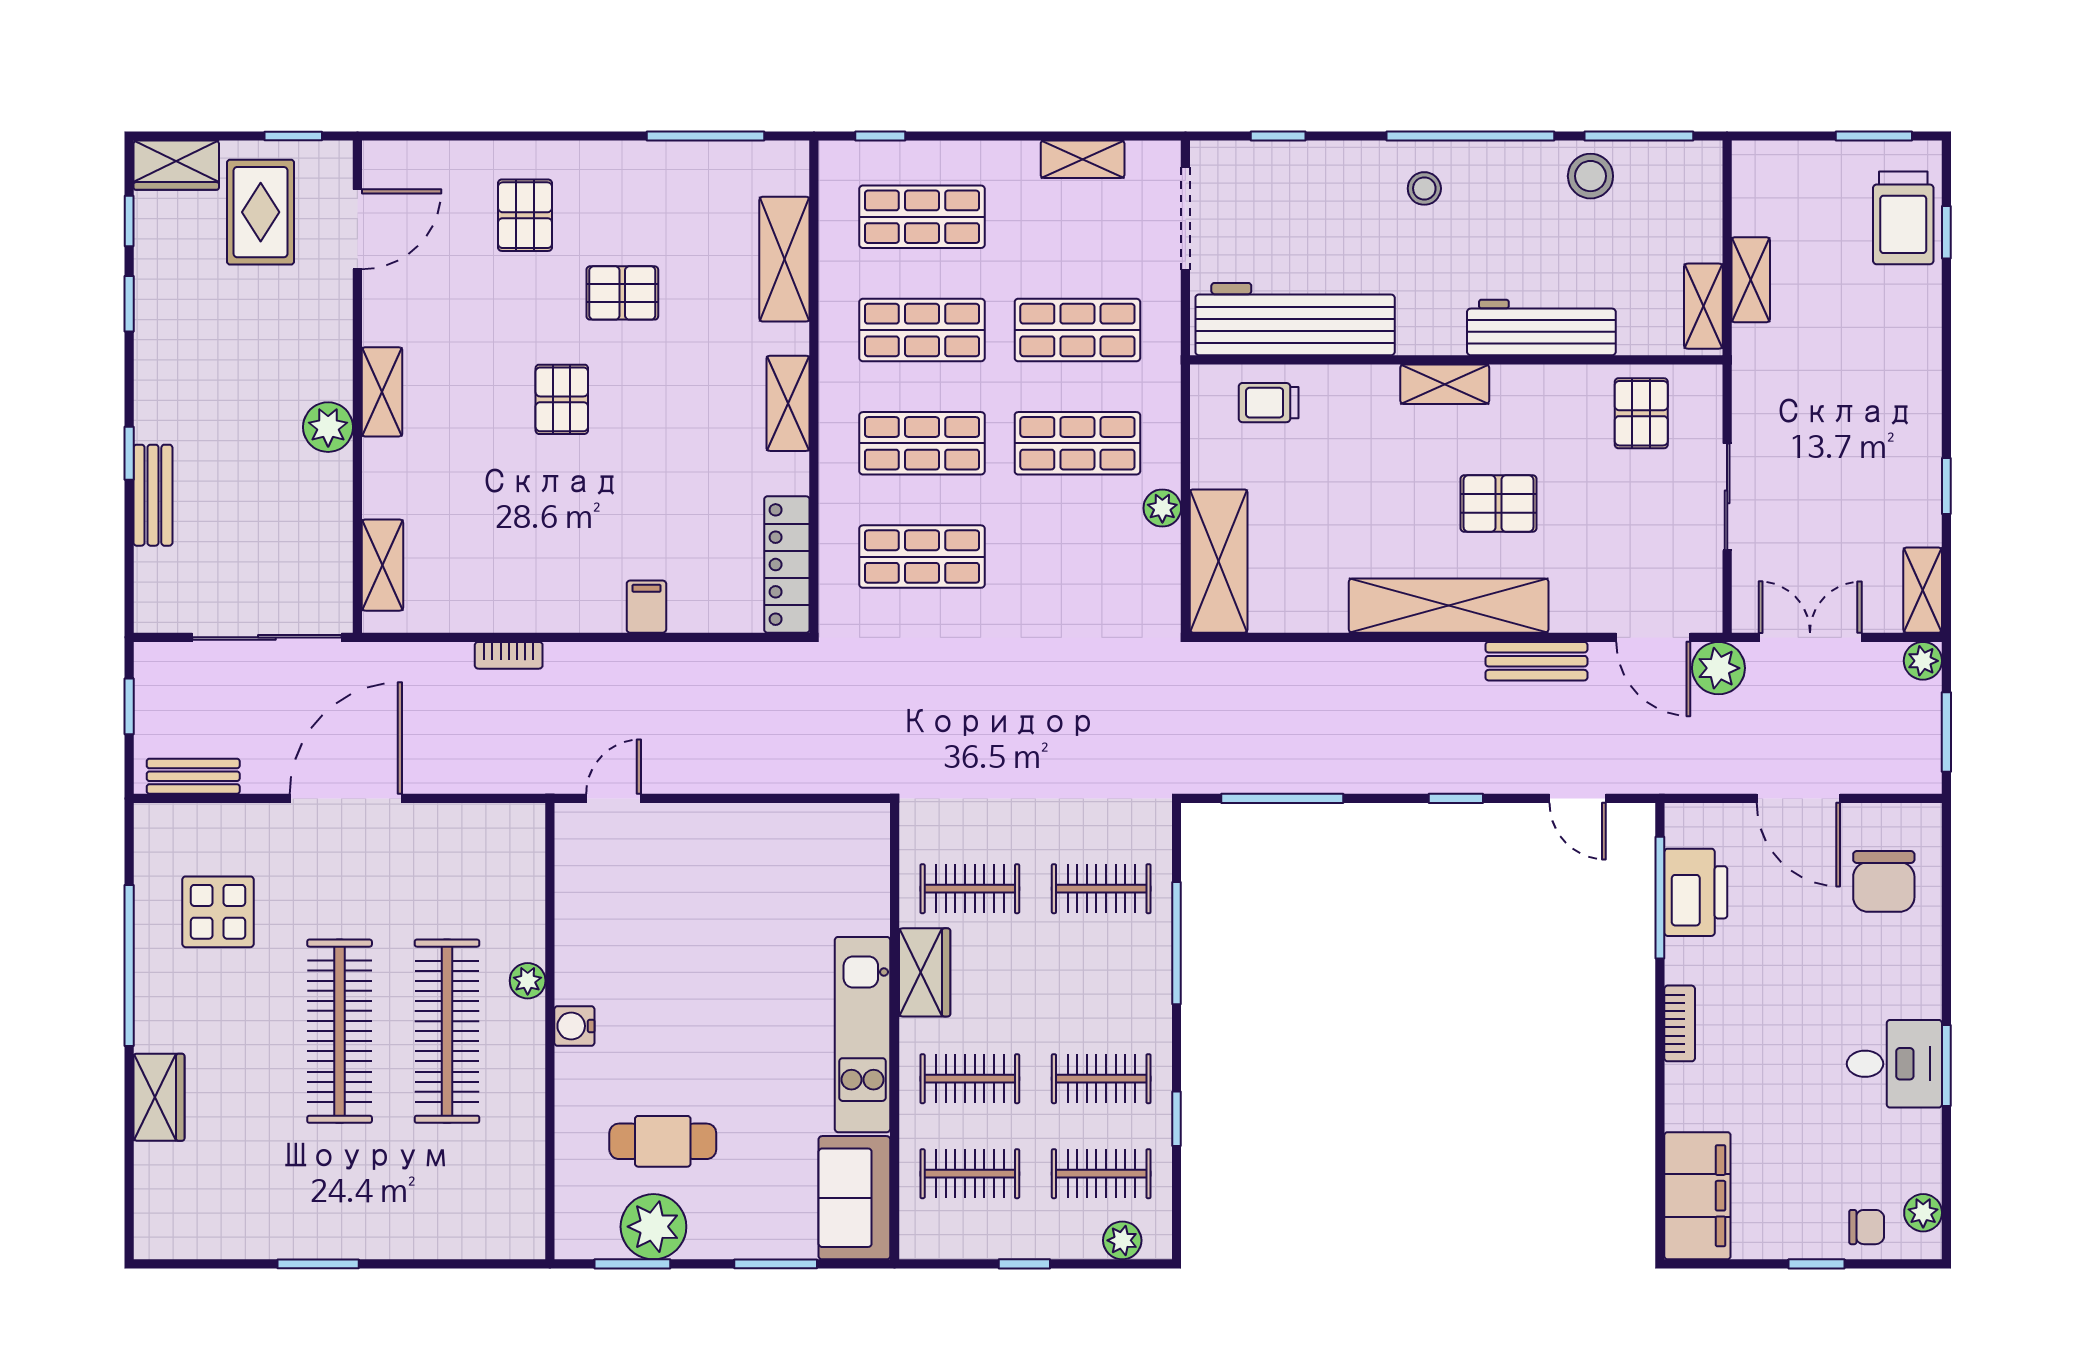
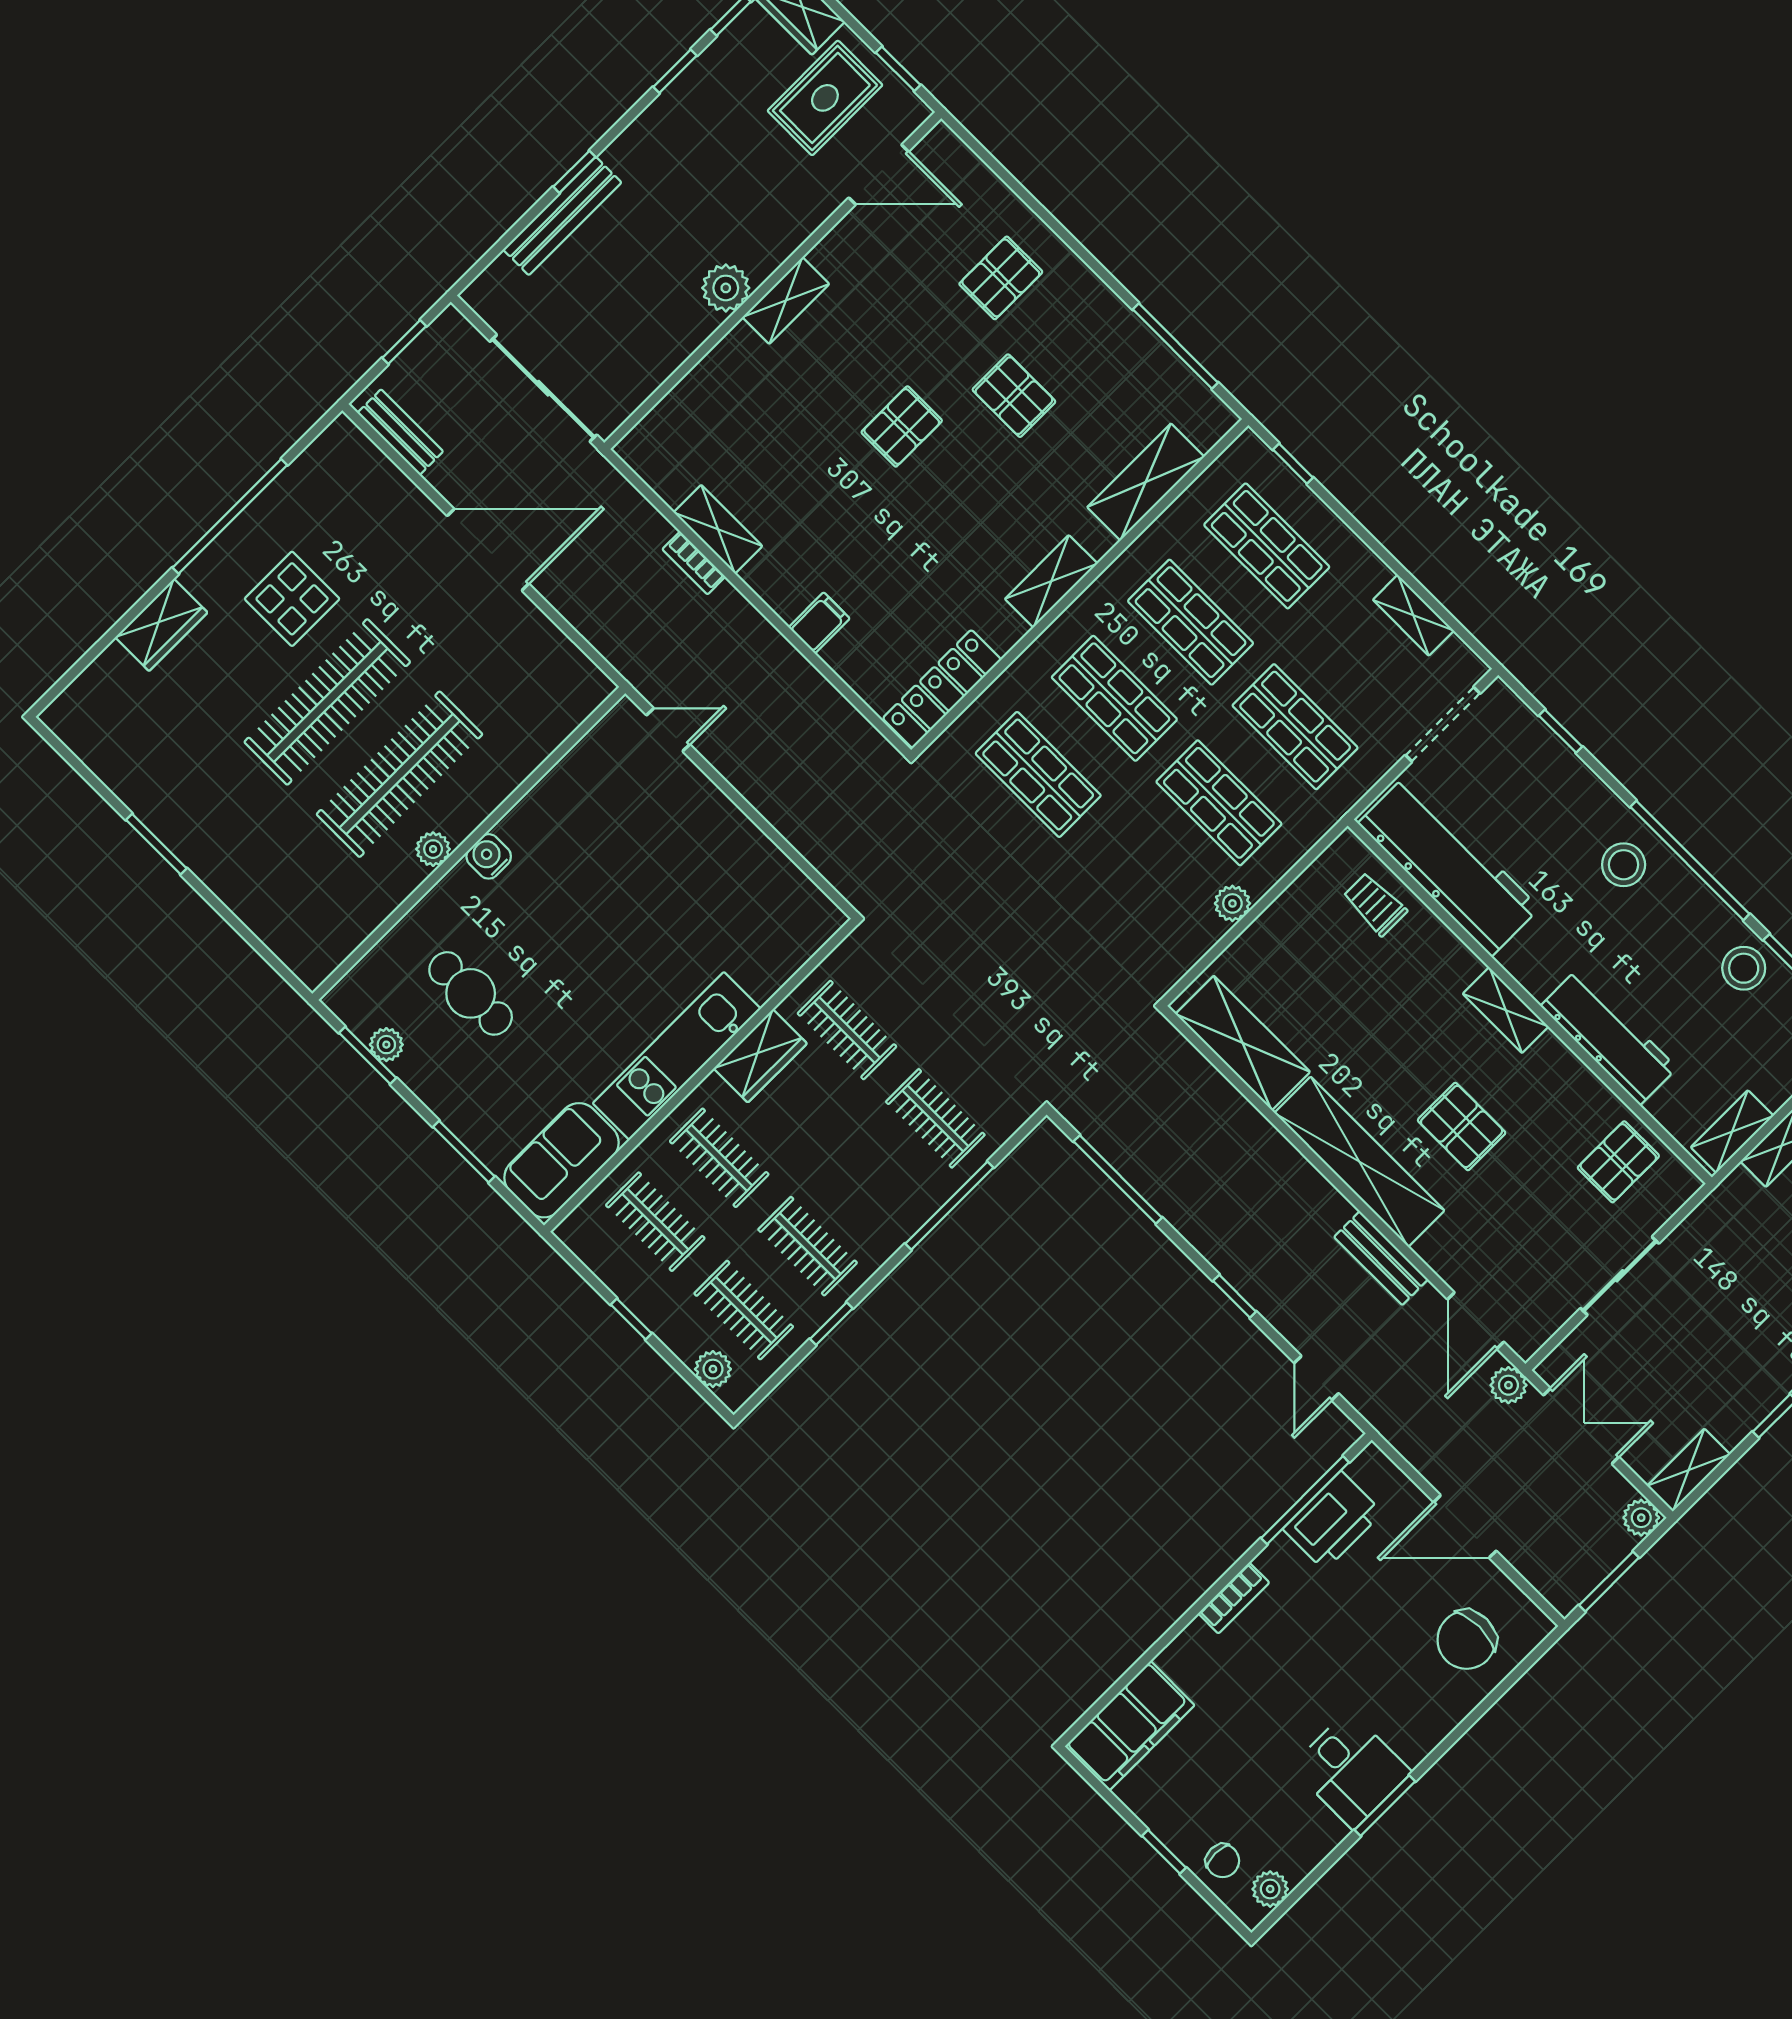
stool: (1424, 188) -> (1624, 865), width x1.37, depth x1.37
bench: (153, 495) -> (562, 216), width x1.36
shelving: (1219, 561) -> (1243, 1043), moved, turned 90
shelving: (382, 565) -> (718, 529), moved, turned 90
plant: (1718, 668) -> (1508, 1385), width x0.73, depth x0.73
door: (1798, 798) -> (1465, 1527), hinge flipped
display table: (218, 912) -> (292, 599), moved
plant: (528, 981) -> (433, 849), moved
plant: (653, 1227) -> (386, 1045), width x0.53, depth x0.53

